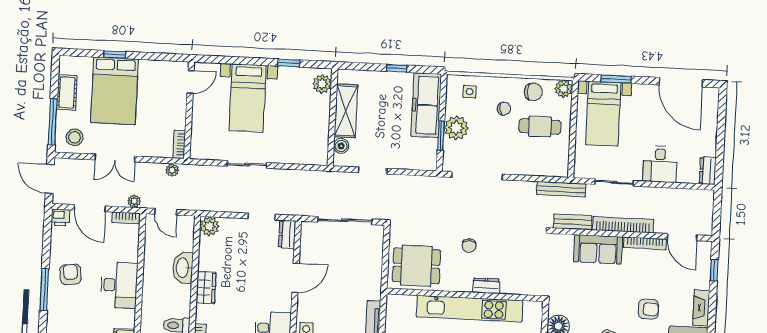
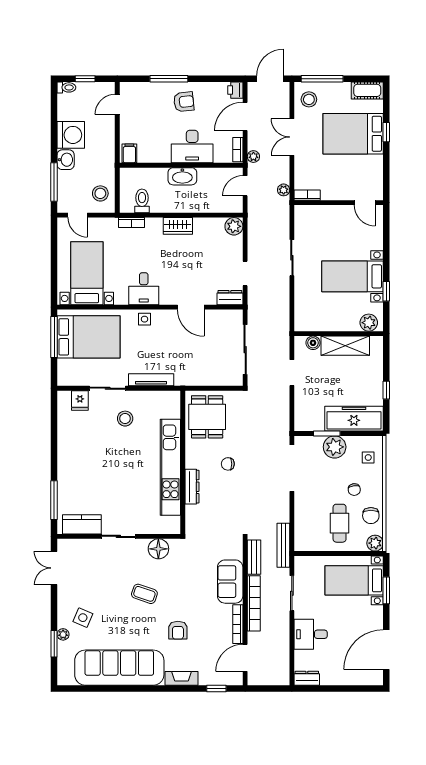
cot: (67, 92) -> (367, 90), moved
bed with nightstands: (248, 98) -> (353, 276), moved
washbasin: (183, 268) -> (182, 176), moved, turned 180
desk: (119, 285) -> (192, 147), moved
dresser: (486, 286) -> (192, 487), width x1.44

